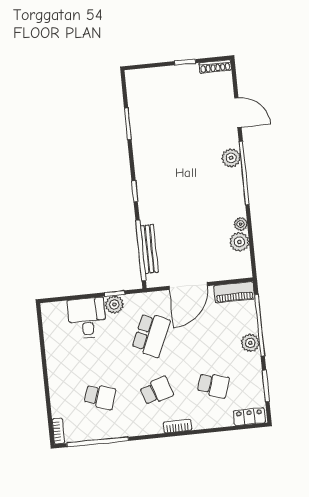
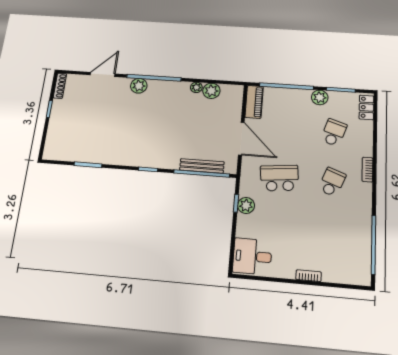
desk: (87, 318) -> (252, 256), moved
school desk: (151, 335) -> (280, 178), turned -30
plant: (250, 343) -> (320, 97), moved
school desk: (157, 391) -> (332, 182), turned 39
school desk: (100, 397) -> (330, 234), removed
bookcase: (58, 431) -> (309, 276), moved

